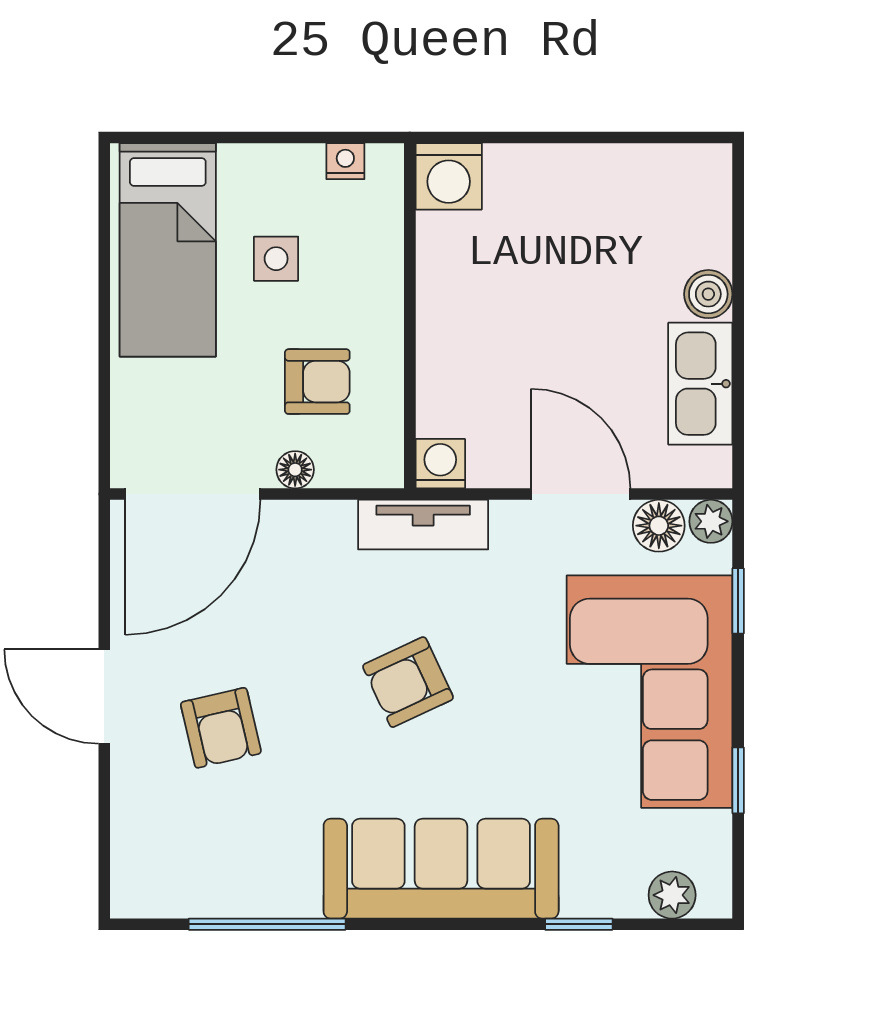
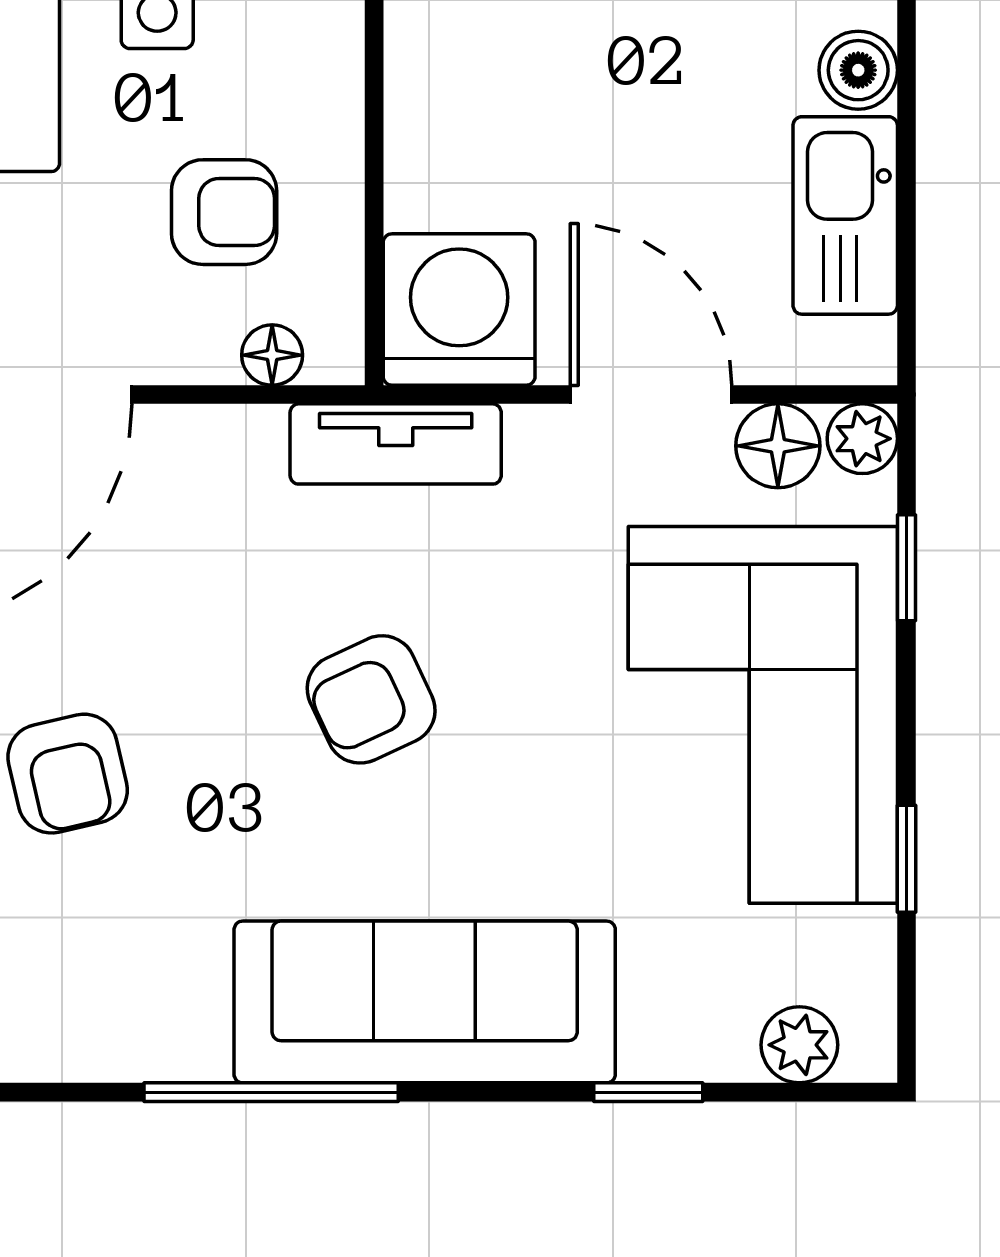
washing machine: (440, 464) -> (459, 309), width x1.89, depth x1.89
floor lamp: (295, 470) -> (272, 355), moved
window: (267, 924) -> (271, 1092), moved

